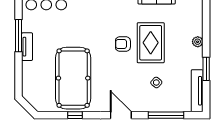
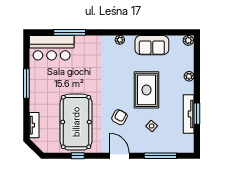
plant: (198, 42) -> (189, 76), moved
armchair: (123, 44) -> (120, 117), moved, turned 118
tv unit: (27, 47) -> (34, 125), moved
tv unit: (197, 91) -> (189, 114), moved

